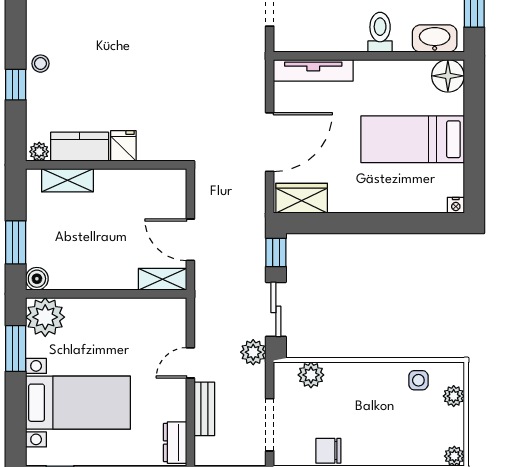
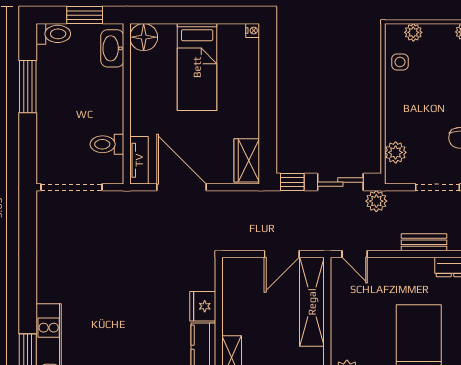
toilet: (380, 32) -> (107, 144), moved
tv unit: (313, 70) -> (139, 160), width x0.71
door: (270, 142) -> (182, 187), moved
fridge: (123, 146) -> (203, 306), width x1.38
shelving: (163, 279) -> (312, 302), width x2.20, depth x1.33
door: (190, 363) -> (355, 254), moved

